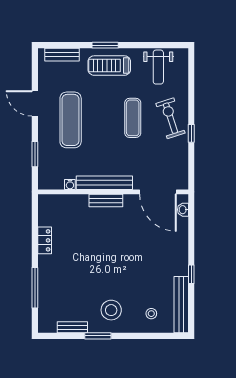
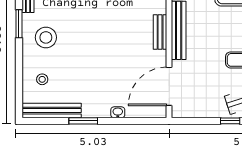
washbasin: (183, 210) -> (118, 112), moved
window: (191, 274) -> (83, 121), width x1.50

